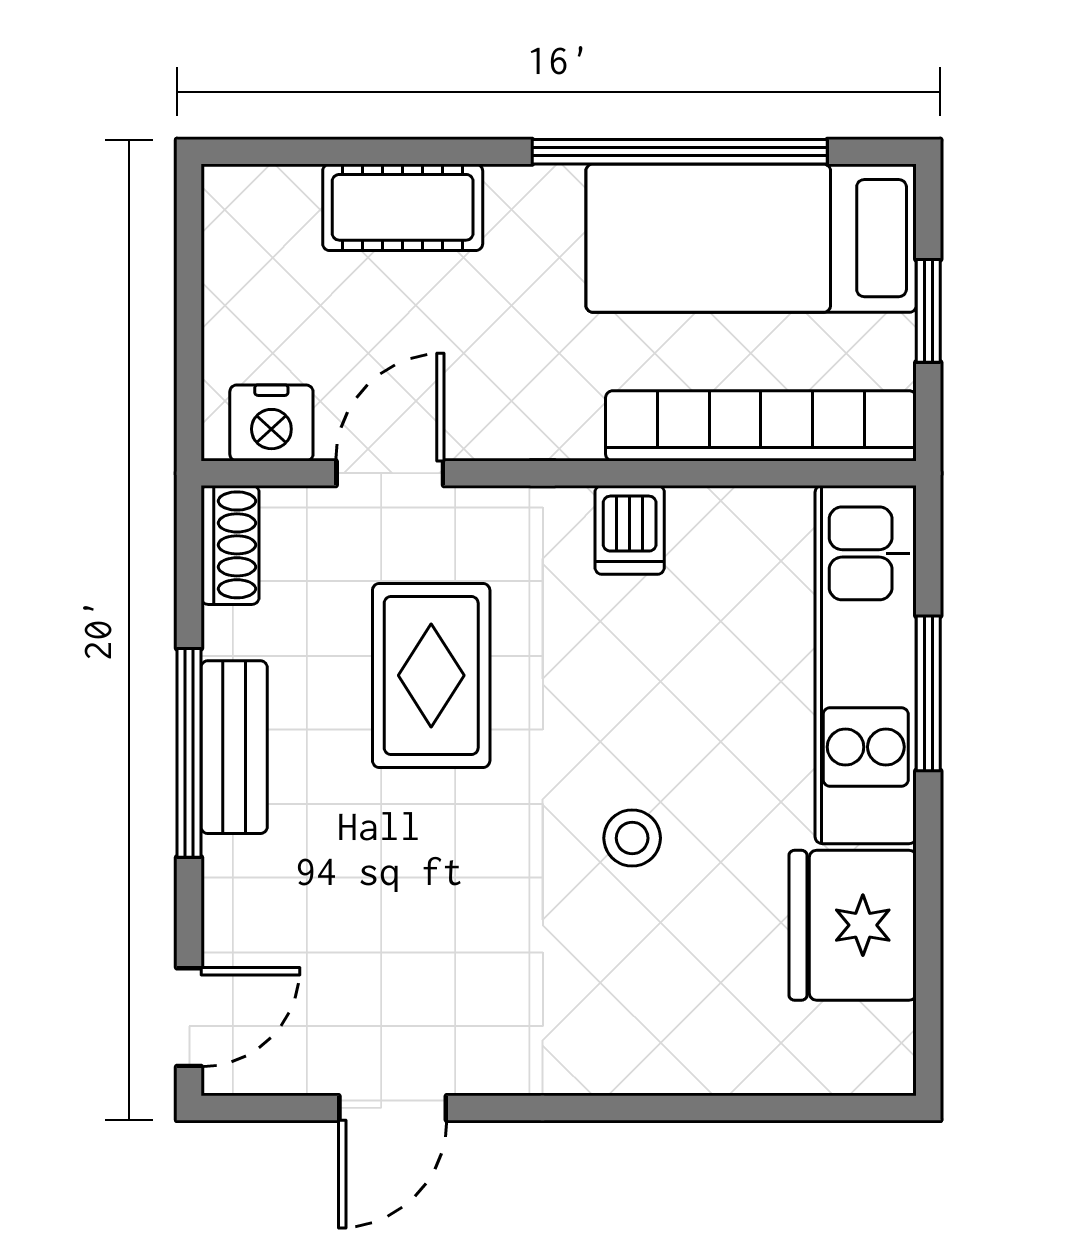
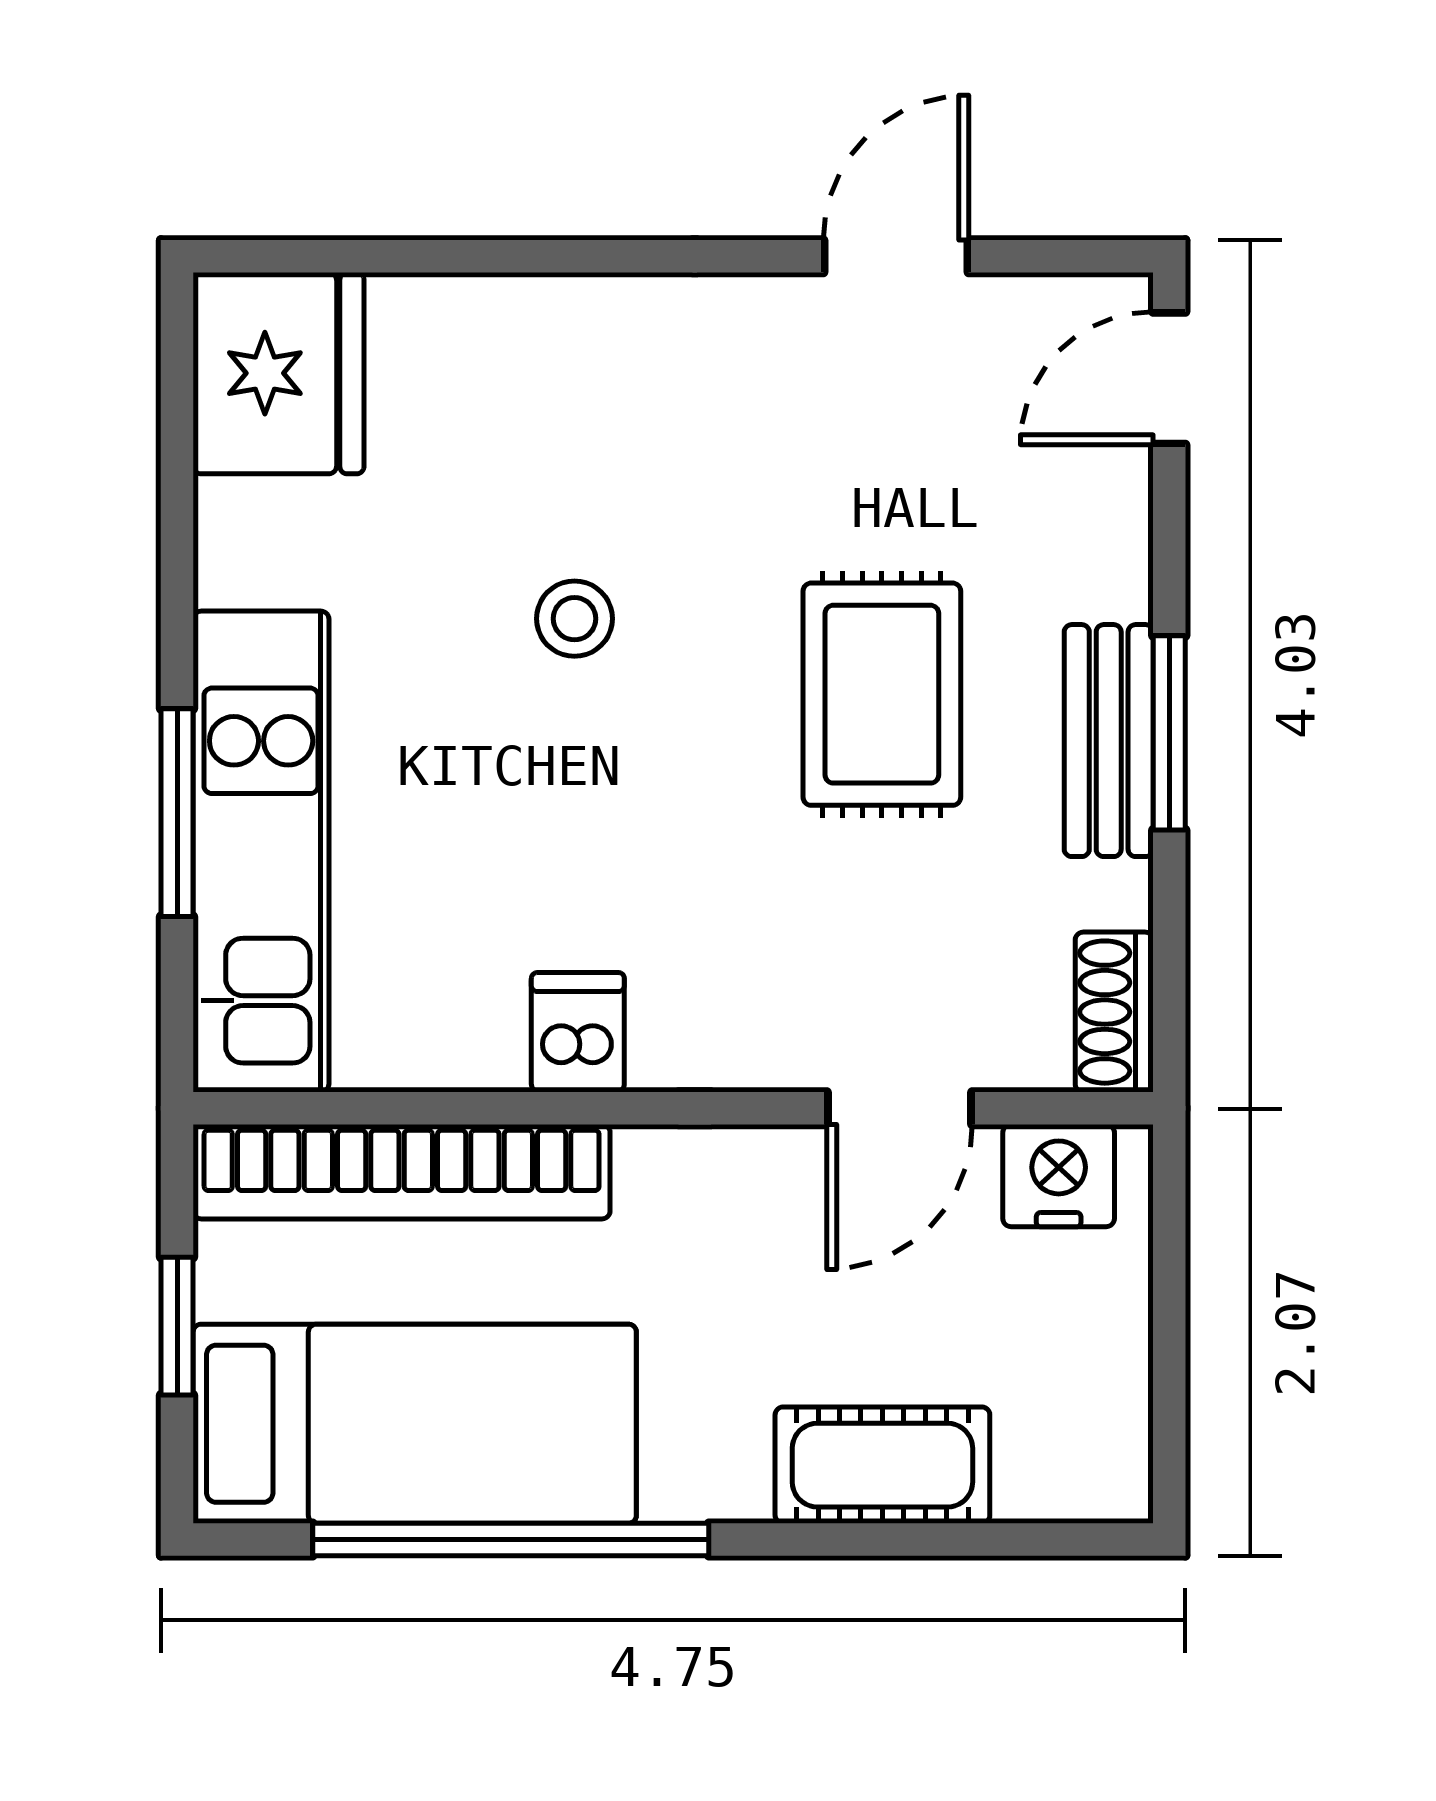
rug: (431, 675) -> (882, 694), moved
window: (189, 753) -> (1169, 733), width x0.69
fridge: (853, 925) -> (279, 373), moved

